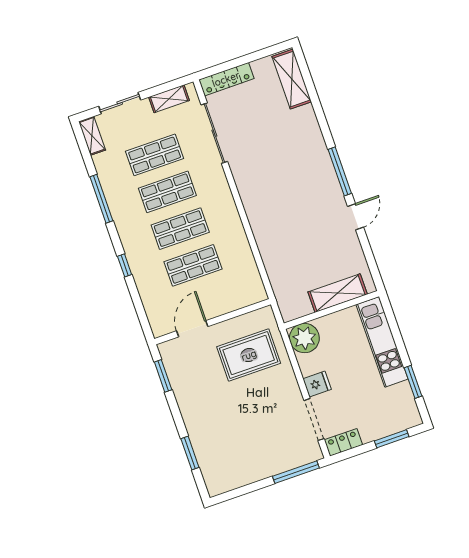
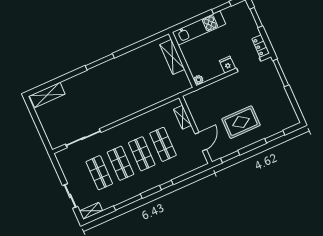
locker: (226, 79) -> (51, 134), removed
shelving: (169, 99) -> (183, 117), moved
door: (356, 217) -> (126, 50), removed
door: (192, 329) -> (201, 142), swing flipped
plant: (304, 338) -> (199, 80), width x0.53, depth x0.53
rug: (249, 355) -> (241, 122), moved, turned 90

